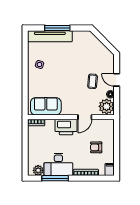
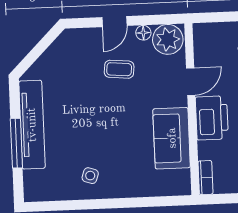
tv unit: (50, 36) -> (32, 125), moved
sofa: (46, 106) -> (172, 138), moved
door: (85, 117) -> (191, 82), hinge flipped

